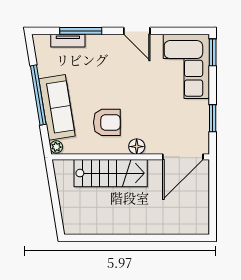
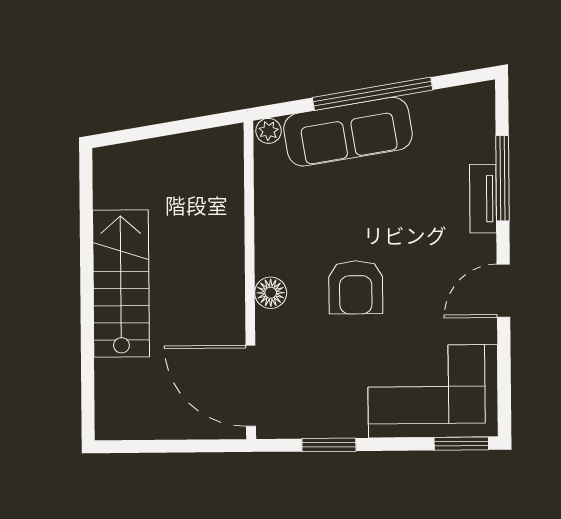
tv unit: (68, 41) -> (483, 199), moved
armchair: (107, 122) -> (356, 287), moved
stairs: (111, 173) -> (121, 284), moved, turned 180

